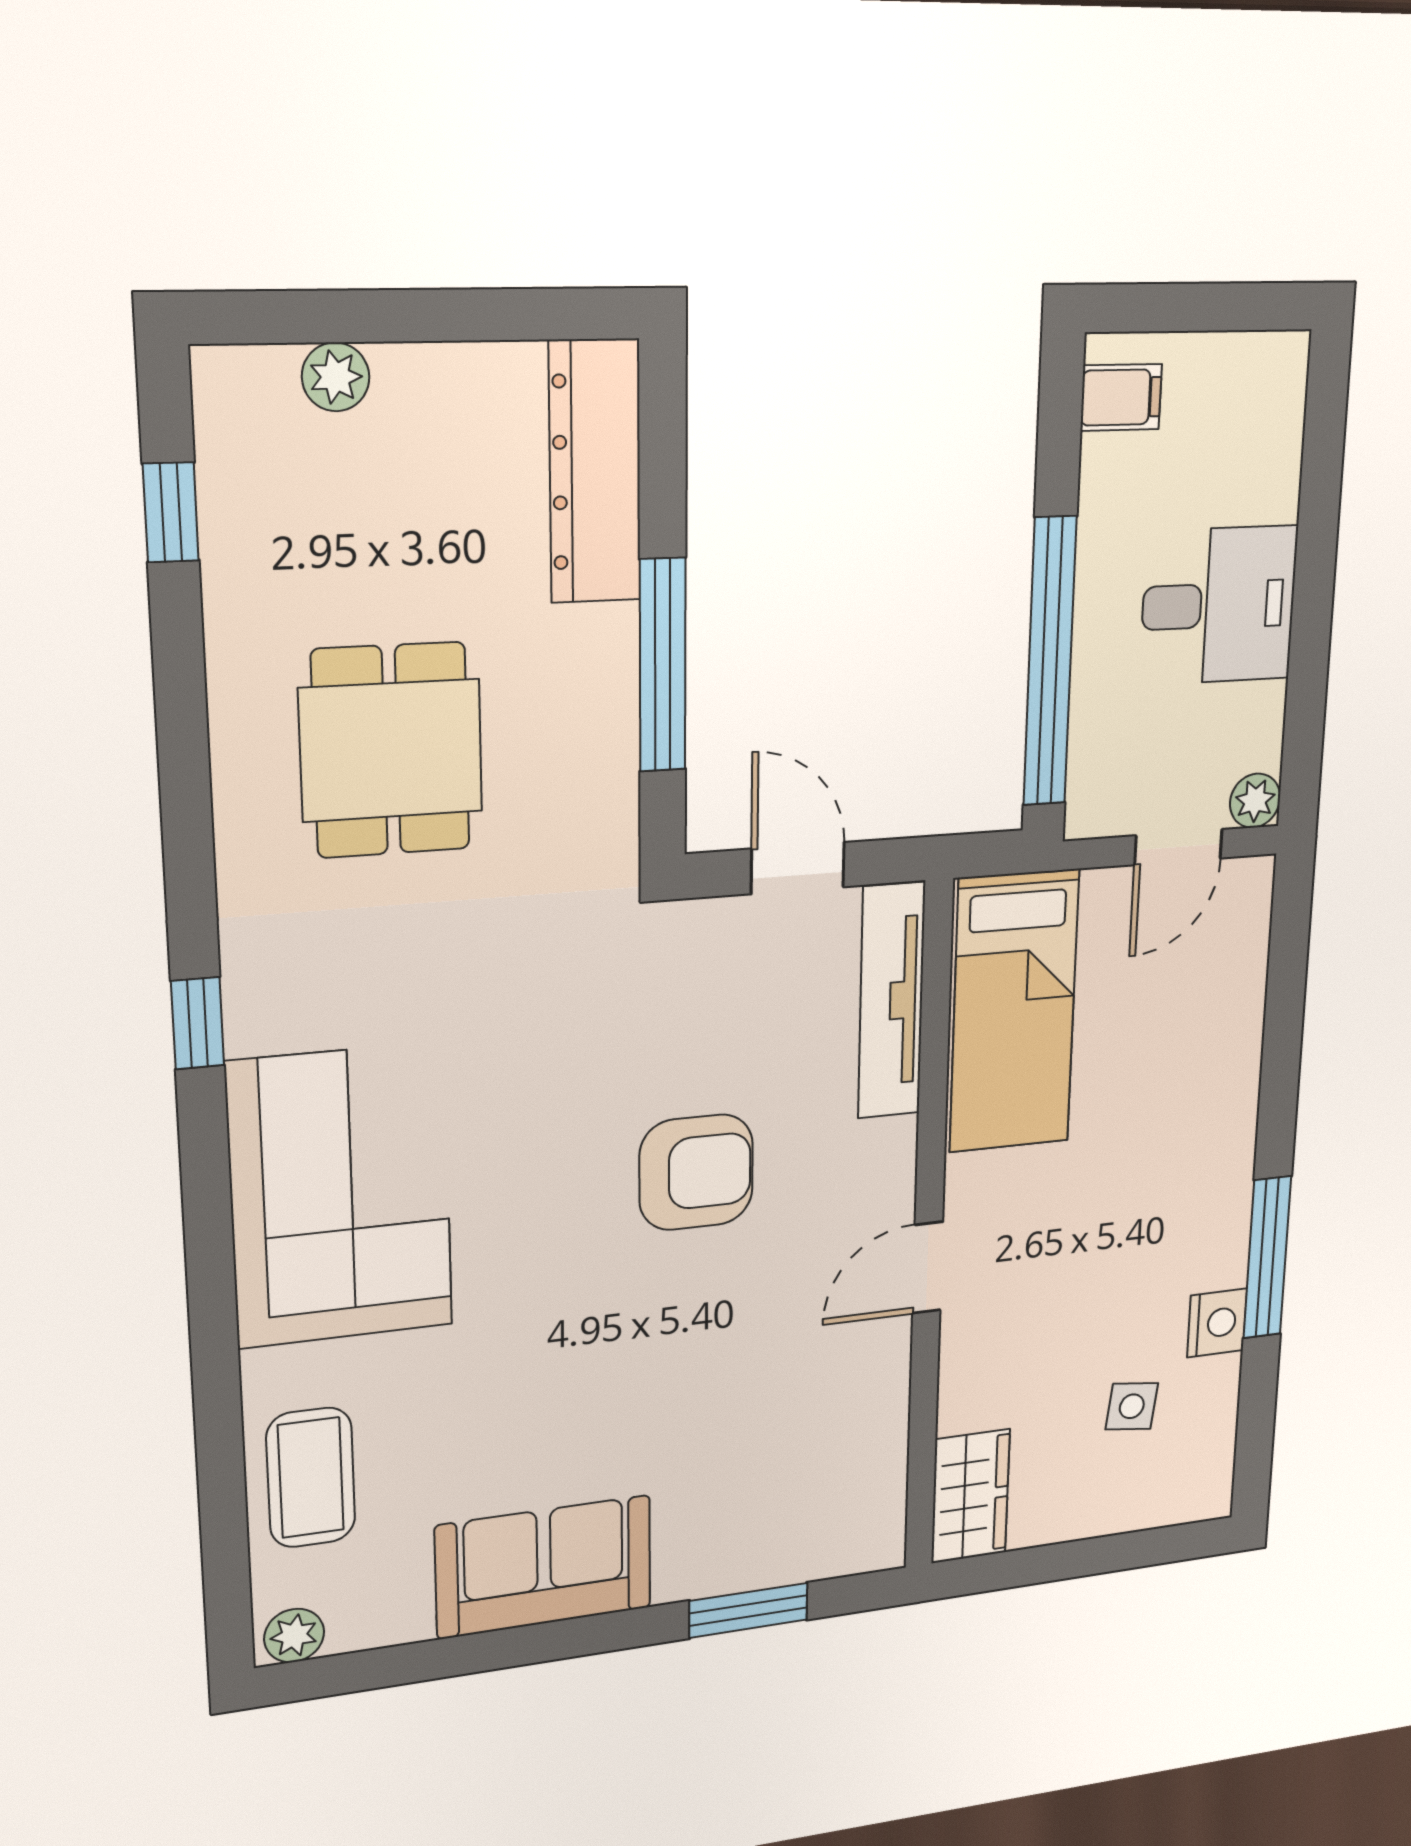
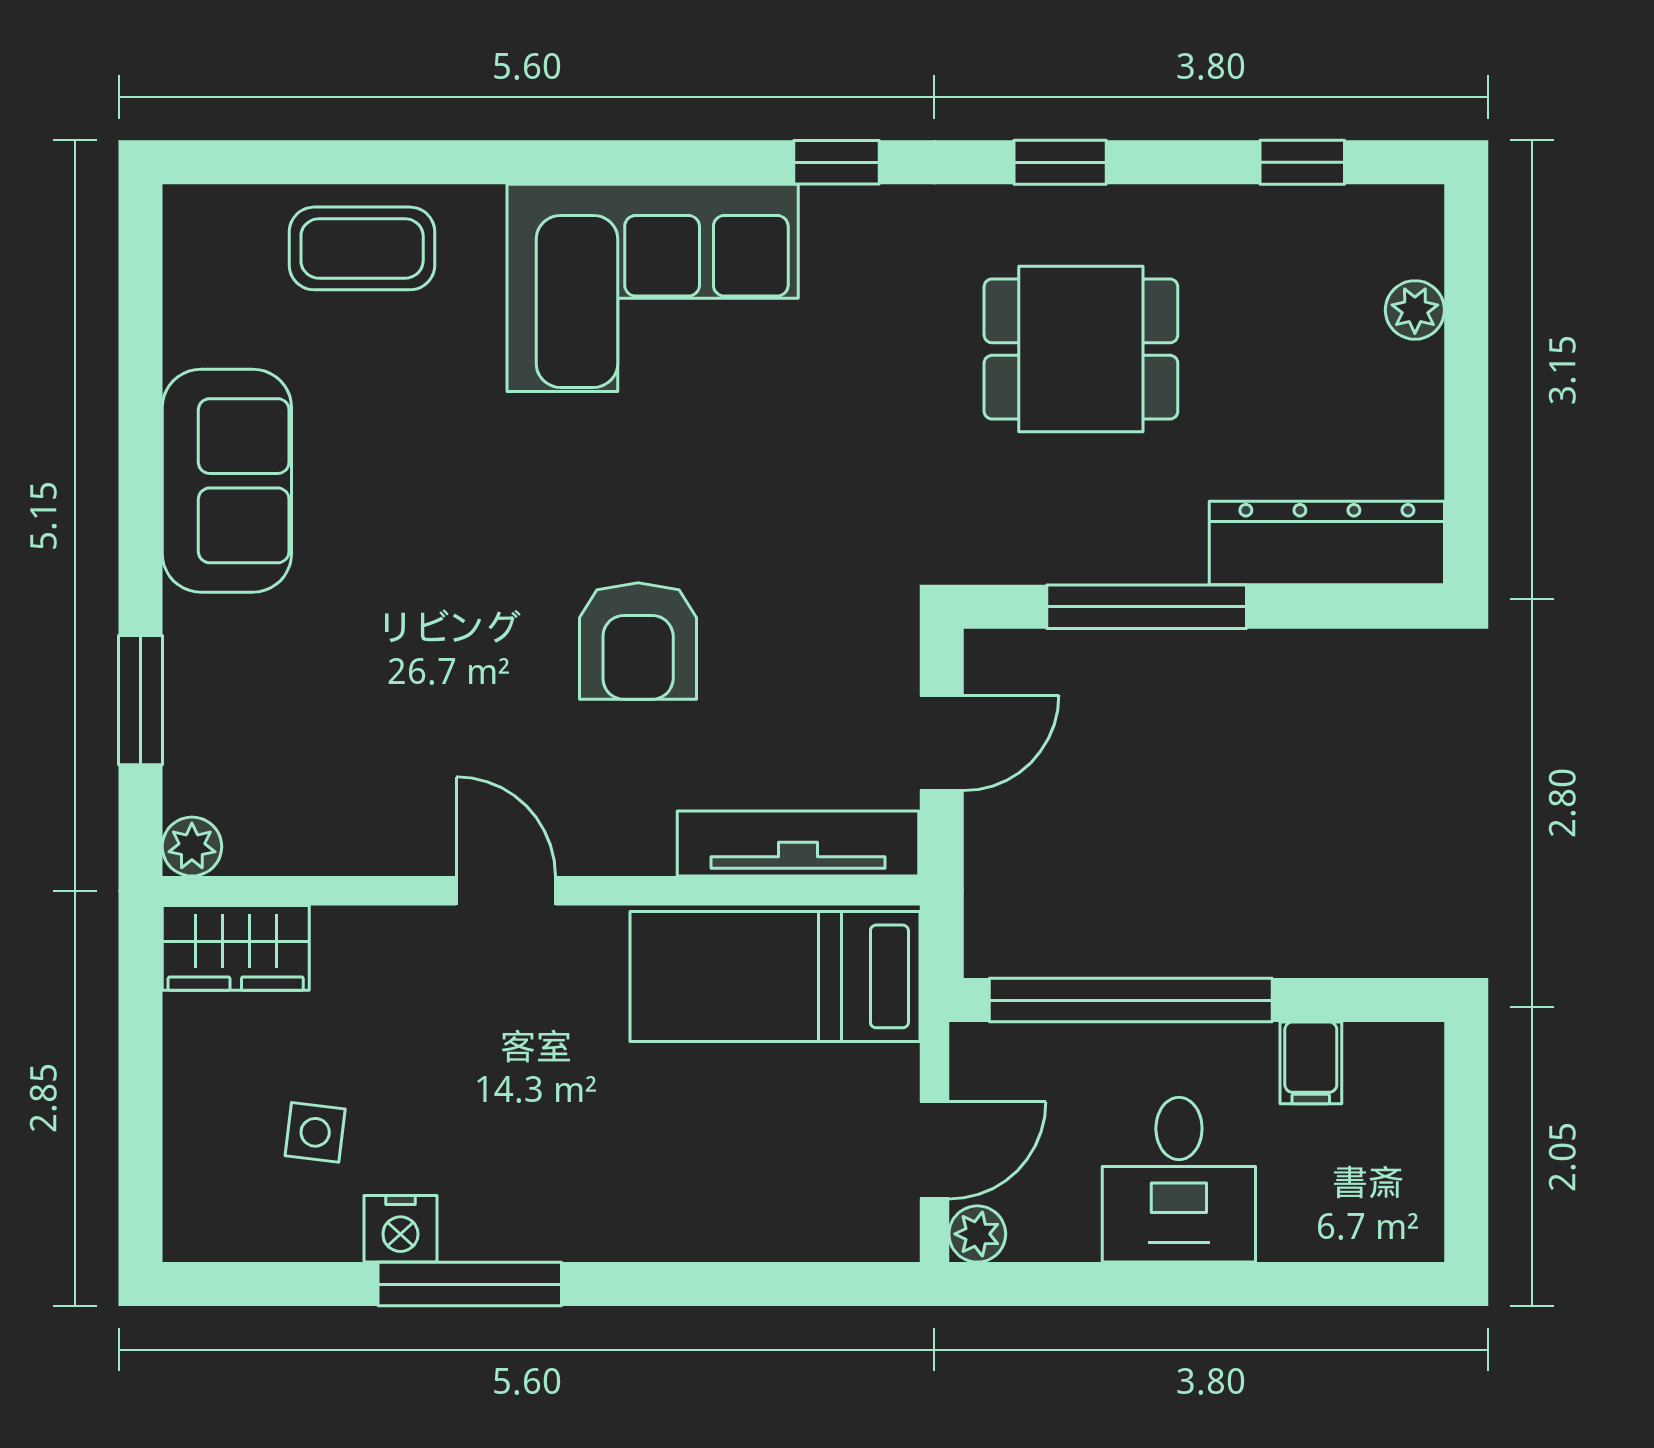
filing cabinet: (1121, 397) -> (1311, 1063), moved
window: (185, 785) -> (1060, 162), added
door: (1178, 847) -> (934, 1150), swing flipped
plant: (294, 1636) -> (192, 847), moved

